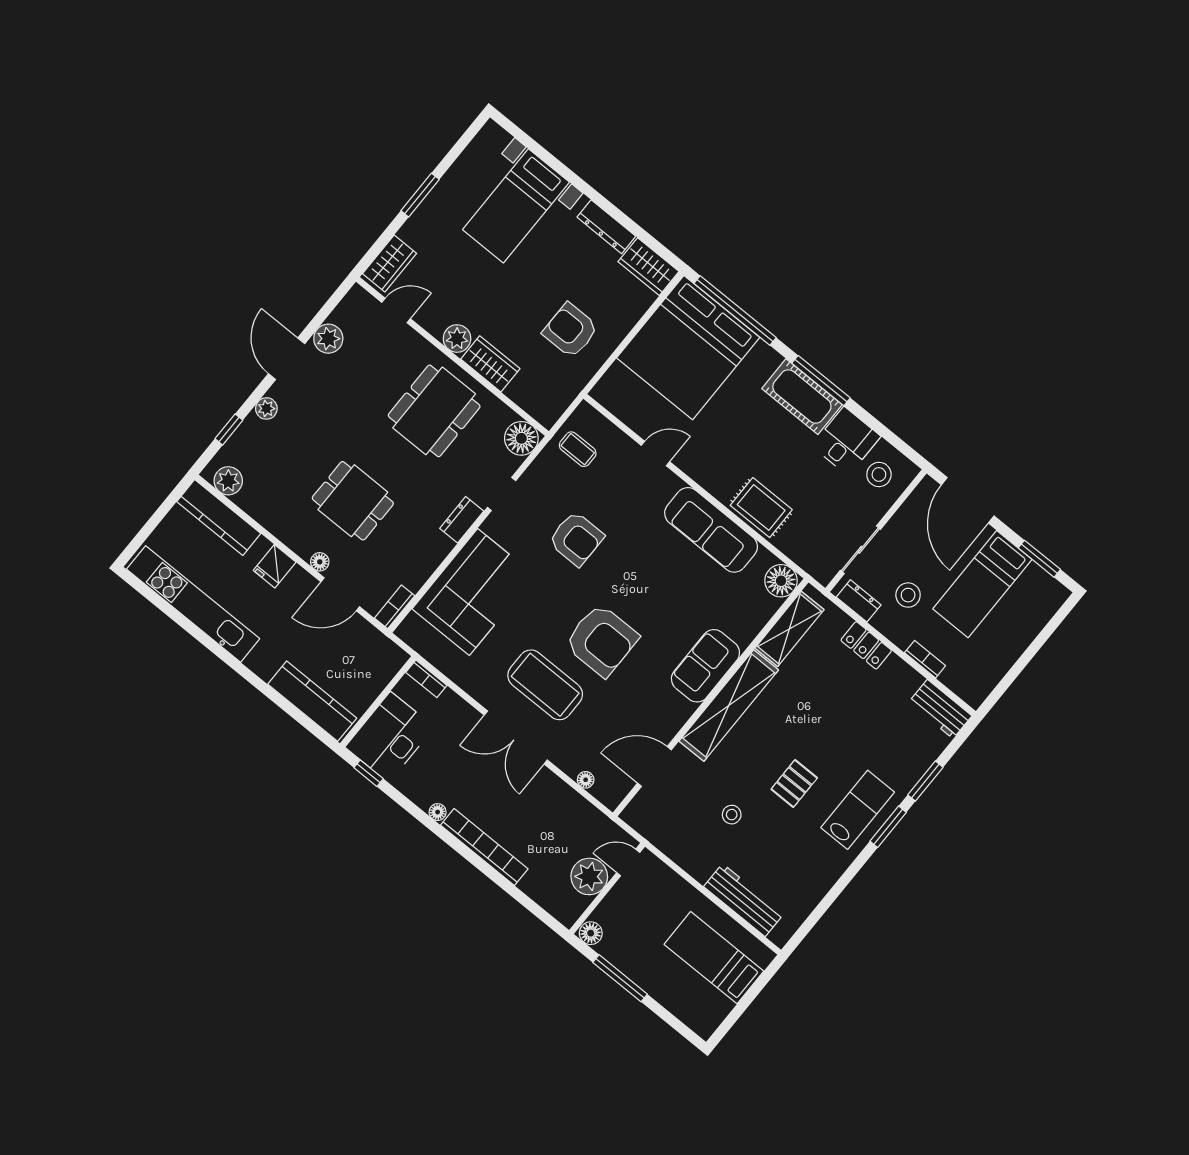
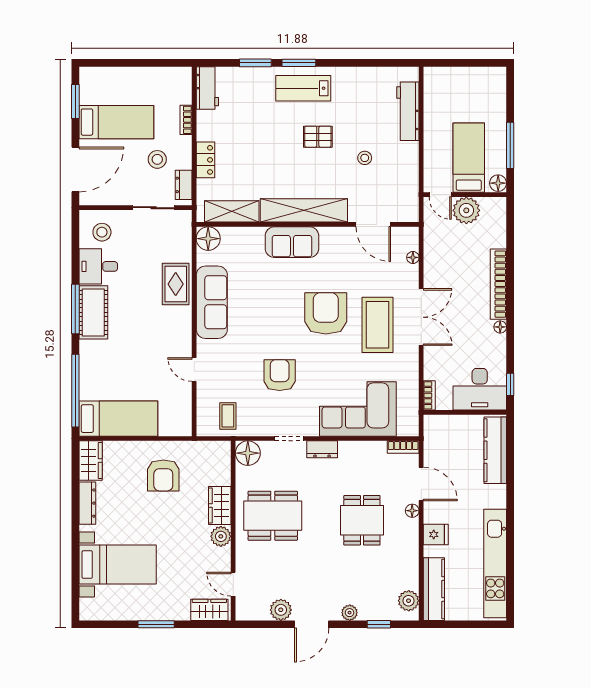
bed: (688, 348) -> (118, 419), width x0.49
bed: (714, 958) -> (469, 158), moved, turned 180

